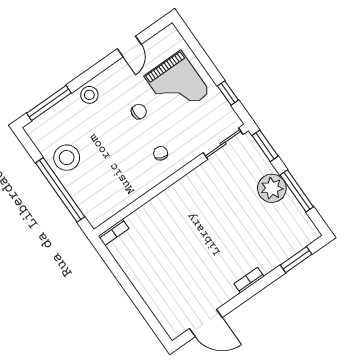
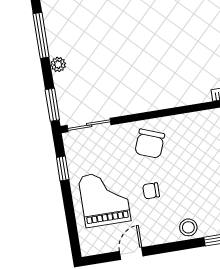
chair: (161, 153) -> (150, 144), width x1.87, depth x1.87
plant: (272, 188) -> (58, 64), width x0.53, depth x0.53
window: (297, 191) -> (41, 35), moved

